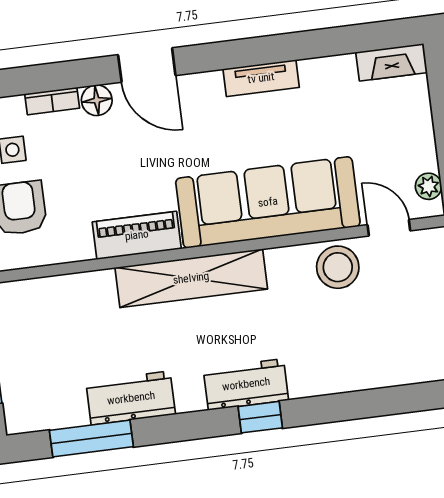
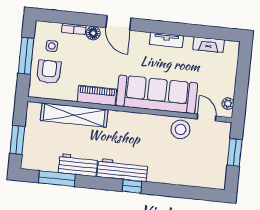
fireplace: (392, 62) -> (209, 45), moved
shelving: (191, 278) -> (74, 115), moved
workbench: (246, 384) -> (122, 170), width x1.37

